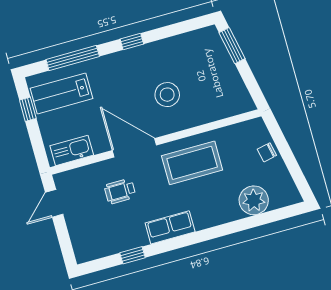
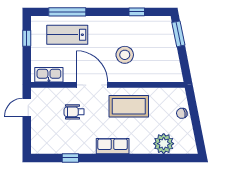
window: (132, 42) -> (137, 12), moved
lab bench: (61, 93) -> (67, 35), moved
row of seats: (170, 227) -> (113, 146), moved

